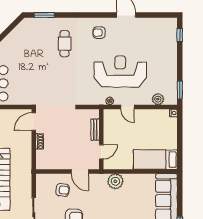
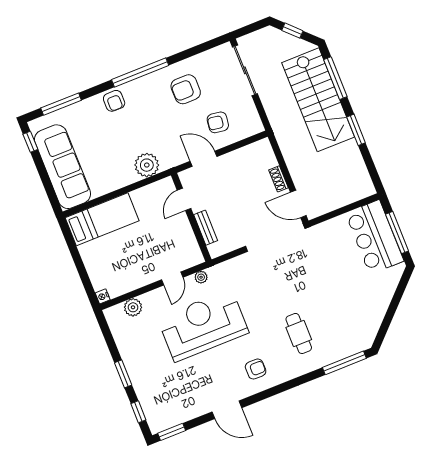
window: (44, 15) -> (344, 363), width x1.44
window: (165, 15) -> (172, 432), added
reception desk: (120, 71) -> (203, 325), turned 180
window: (180, 90) -> (123, 374), moved
door: (127, 107) -> (172, 279), swing flipped
door: (34, 122) -> (298, 204), swing flipped

